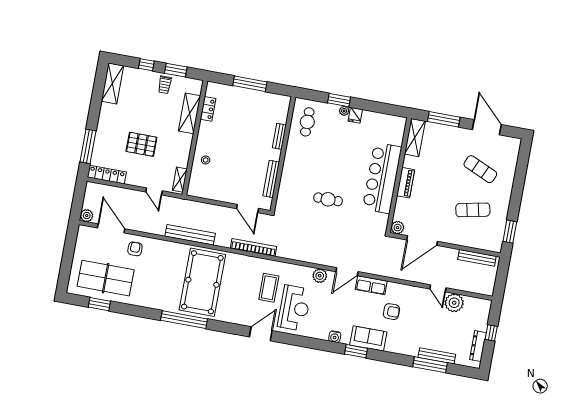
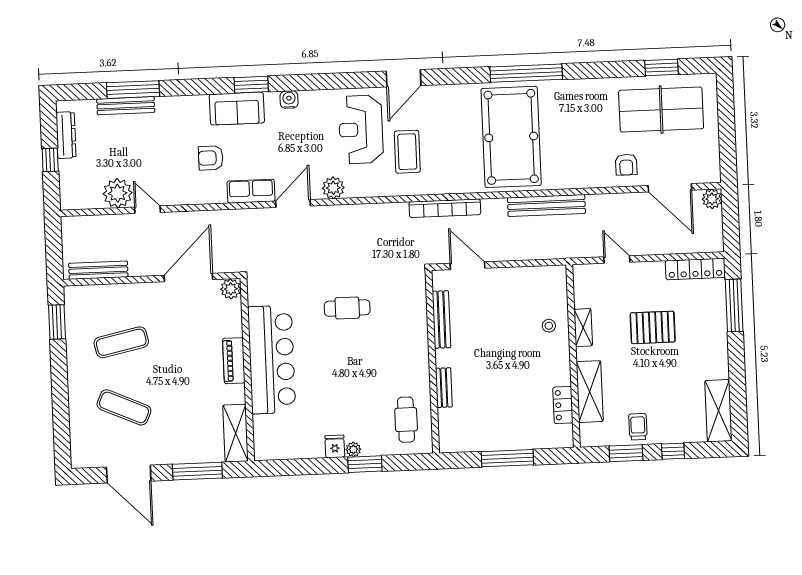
shelving: (180, 180) -> (583, 328), moved

